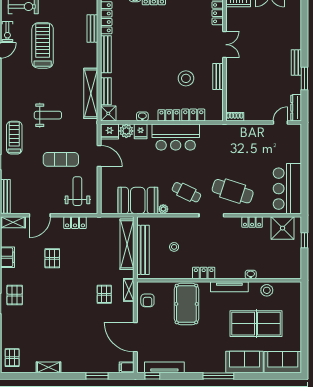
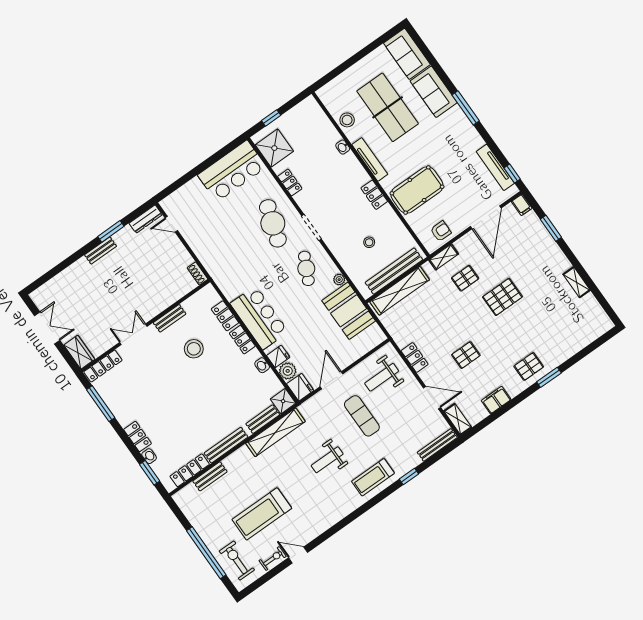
weight bench: (48, 115) -> (327, 460), turned -90
pallet: (12, 358) -> (502, 297), moved, width x1.50, depth x1.42

